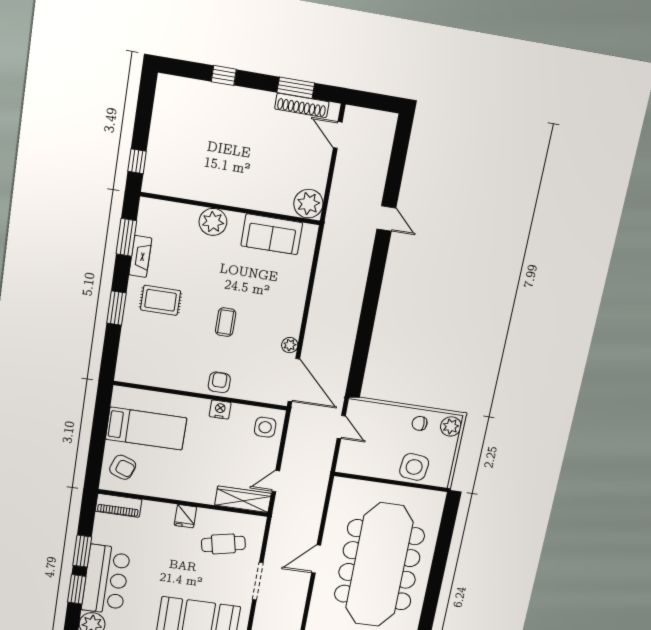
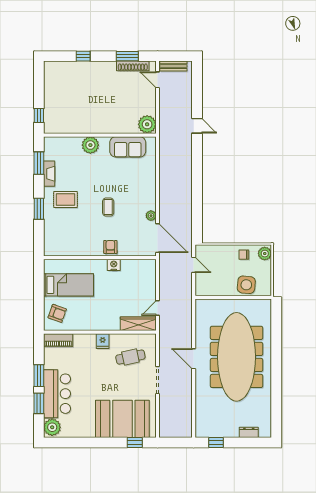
bench: (367, 117) -> (173, 66), added
side table: (265, 427) -> (145, 272), removed
door: (316, 559) -> (194, 359), hinge flipped

